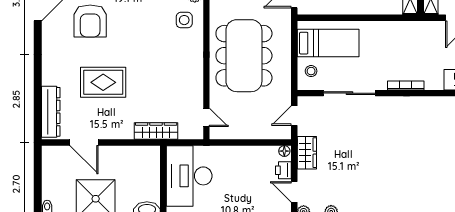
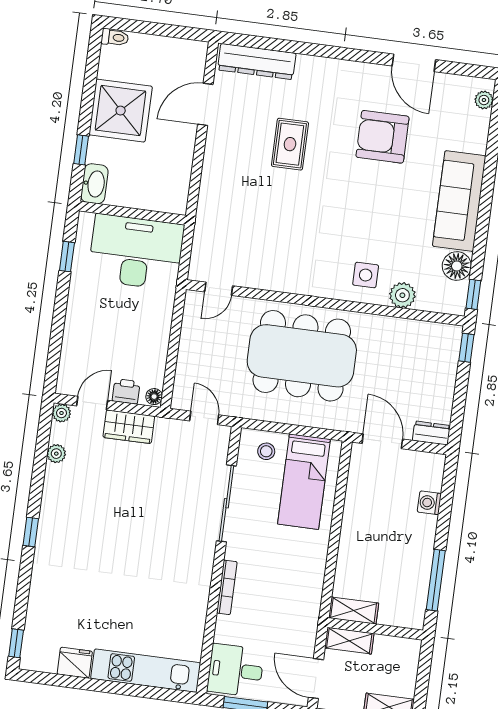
rug: (103, 82) -> (290, 144), width x0.73, depth x0.70
wardrobe: (156, 131) -> (208, 212), removed
wardrobe: (307, 153) -> (129, 427), moved

